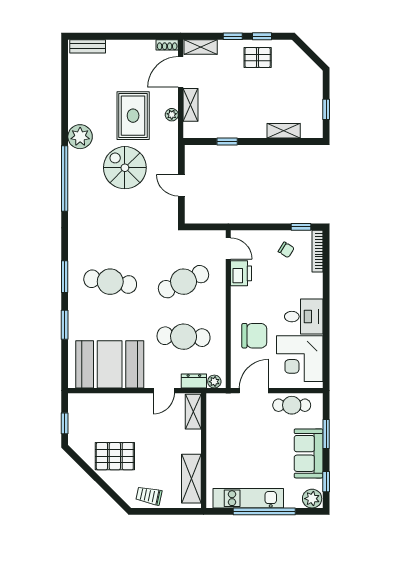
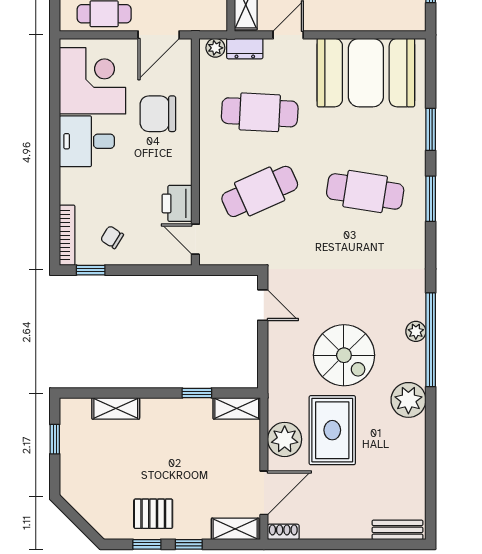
shelving: (190, 105) -> (237, 408), moved, turned 90
plant: (172, 115) -> (285, 439), width x1.88, depth x1.88
plant: (75, 184) -> (416, 331), added
door: (181, 185) -> (263, 305), moved

